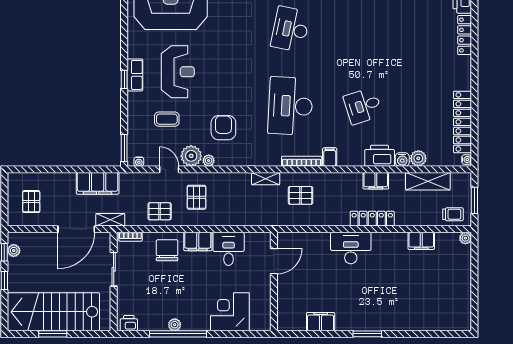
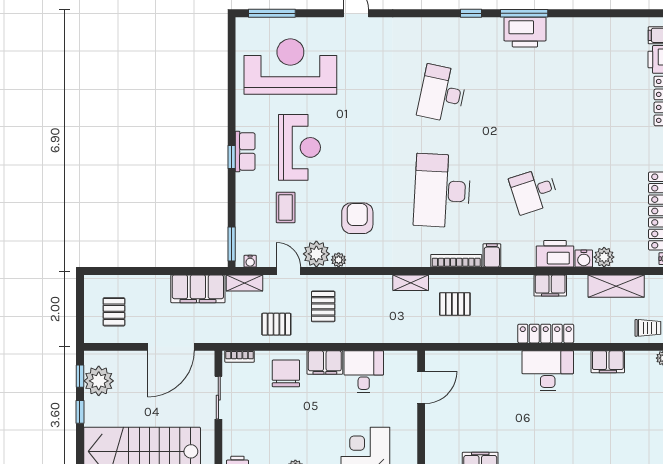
coffee table: (167, 119) -> (286, 207), turned 90
shelving: (110, 220) -> (245, 283), moved
desk: (351, 248) -> (548, 371), moved
plant: (14, 251) -> (99, 381), width x1.88, depth x1.88

